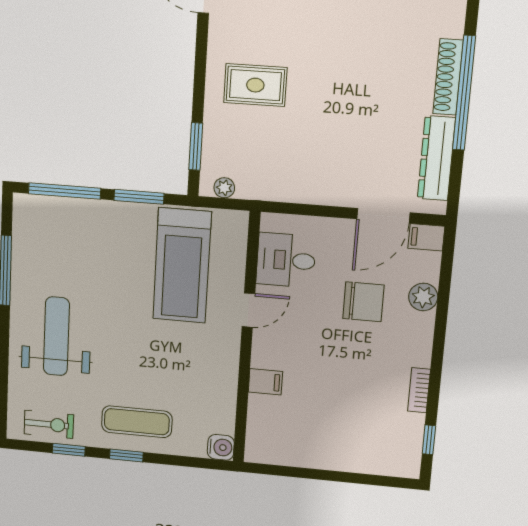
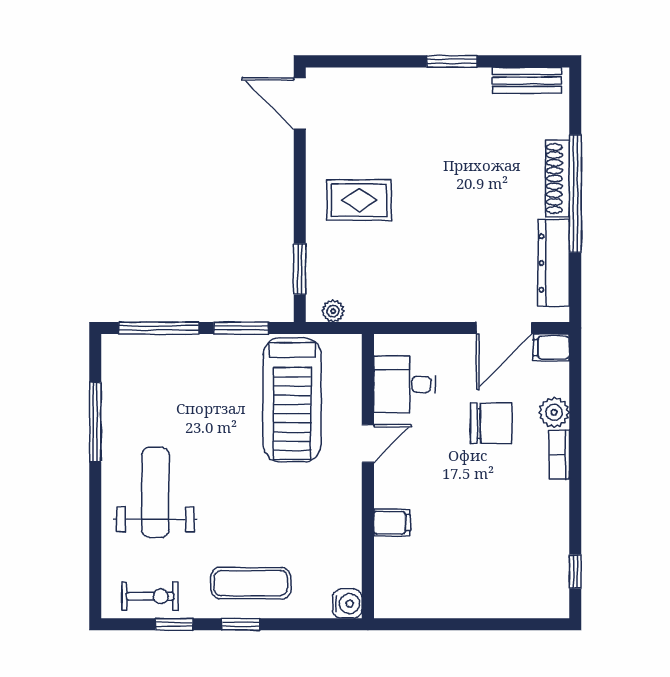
bookcase: (419, 390) -> (559, 455), moved

